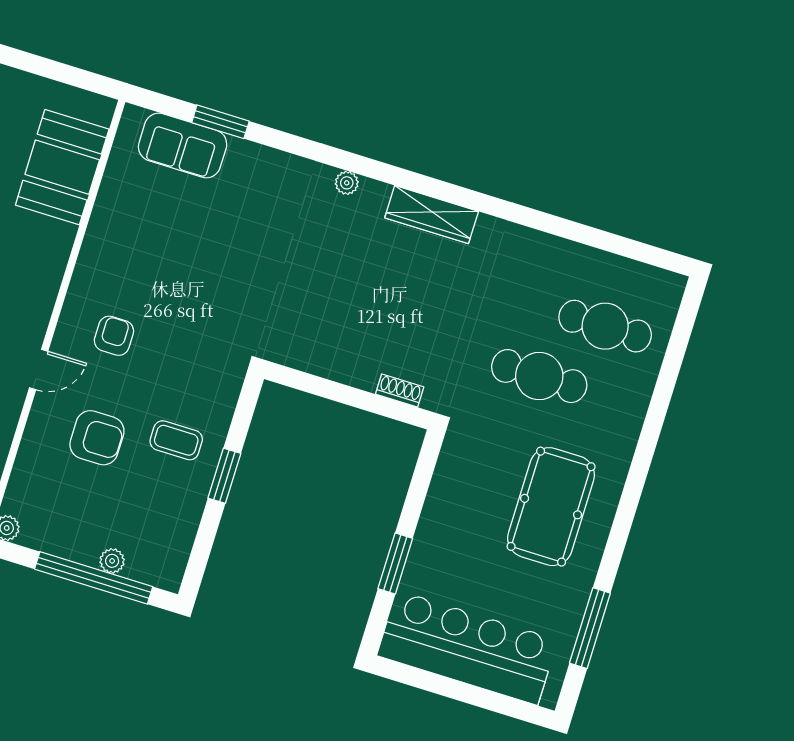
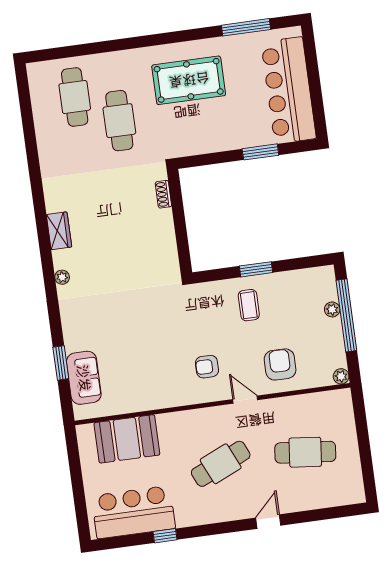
wardrobe: (432, 215) -> (59, 231), width x0.67
armchair: (97, 438) -> (280, 364), moved

